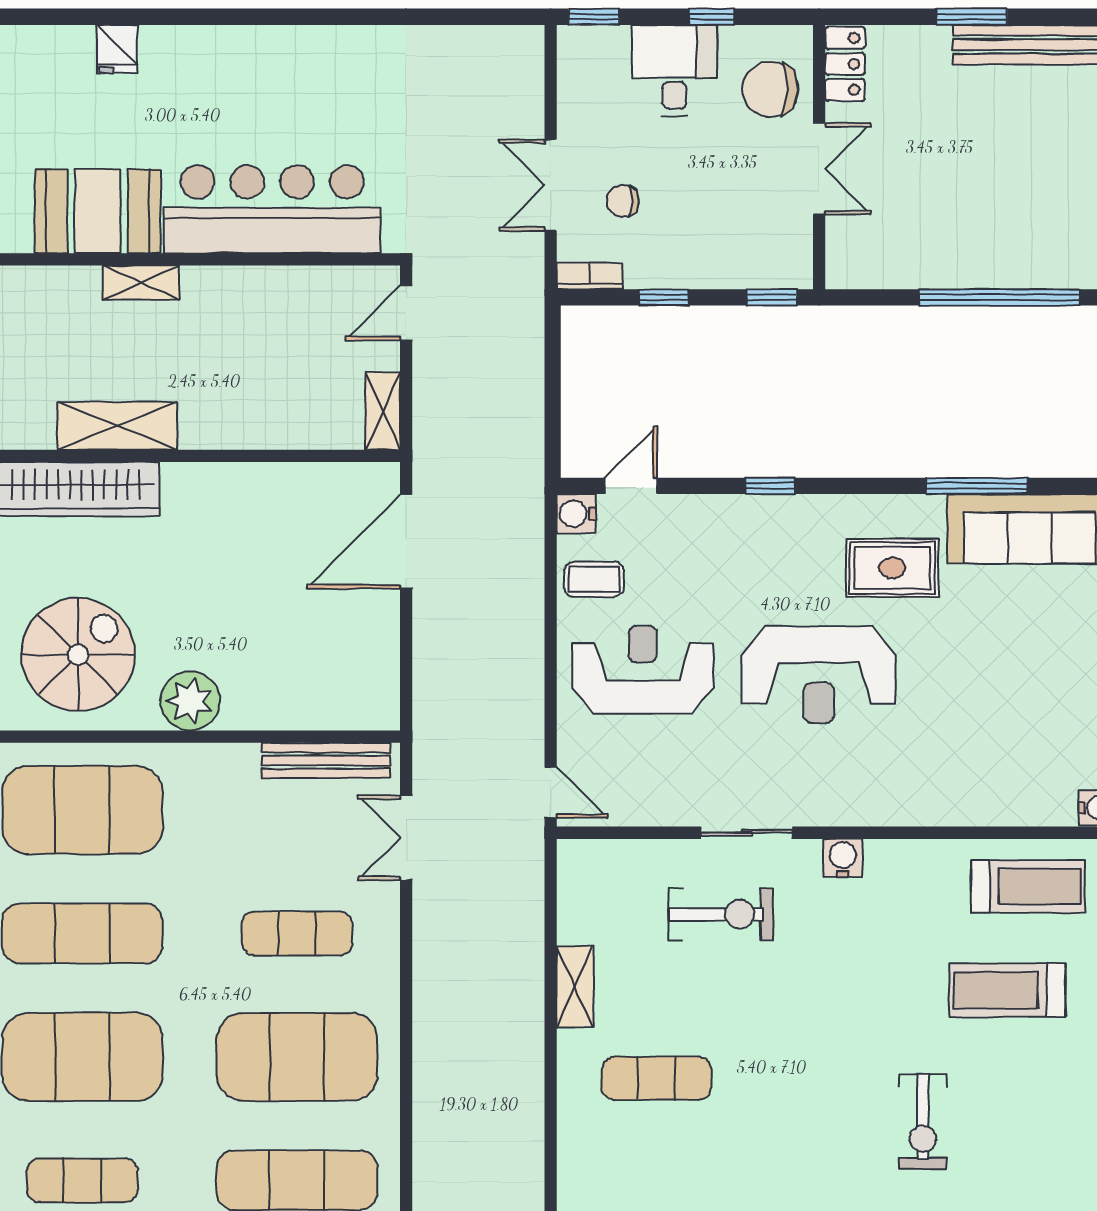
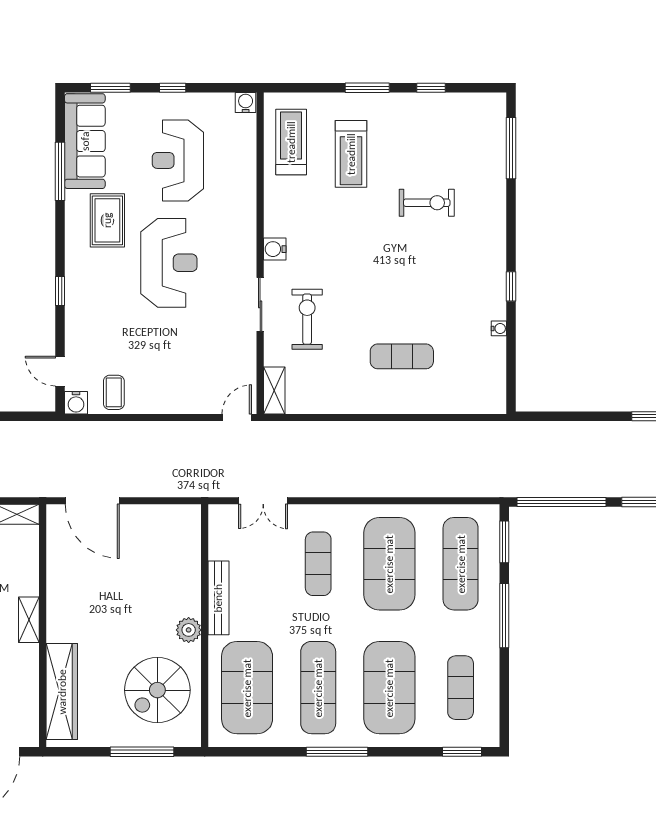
shelving: (117, 426) -> (29, 620), moved, width x0.67, depth x0.75
spiral stairs: (78, 655) -> (157, 690), turned -90
reception desk: (643, 670) -> (178, 160), moved
plant: (190, 701) -> (189, 630), width x0.73, depth x0.73
bench: (326, 760) -> (218, 598), moved
shelving: (575, 987) -> (274, 390), moved, turned 90
exercise mat: (656, 1078) -> (402, 356), turned 90

